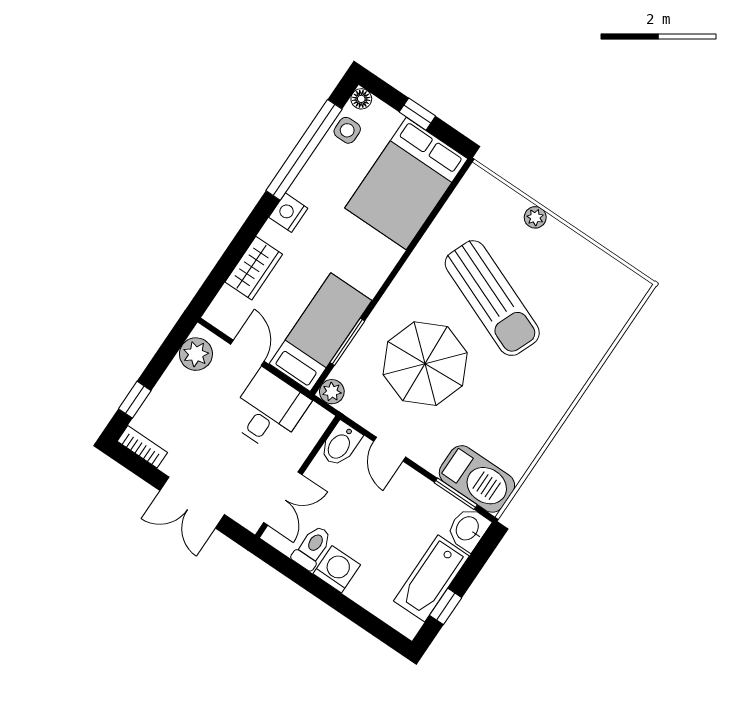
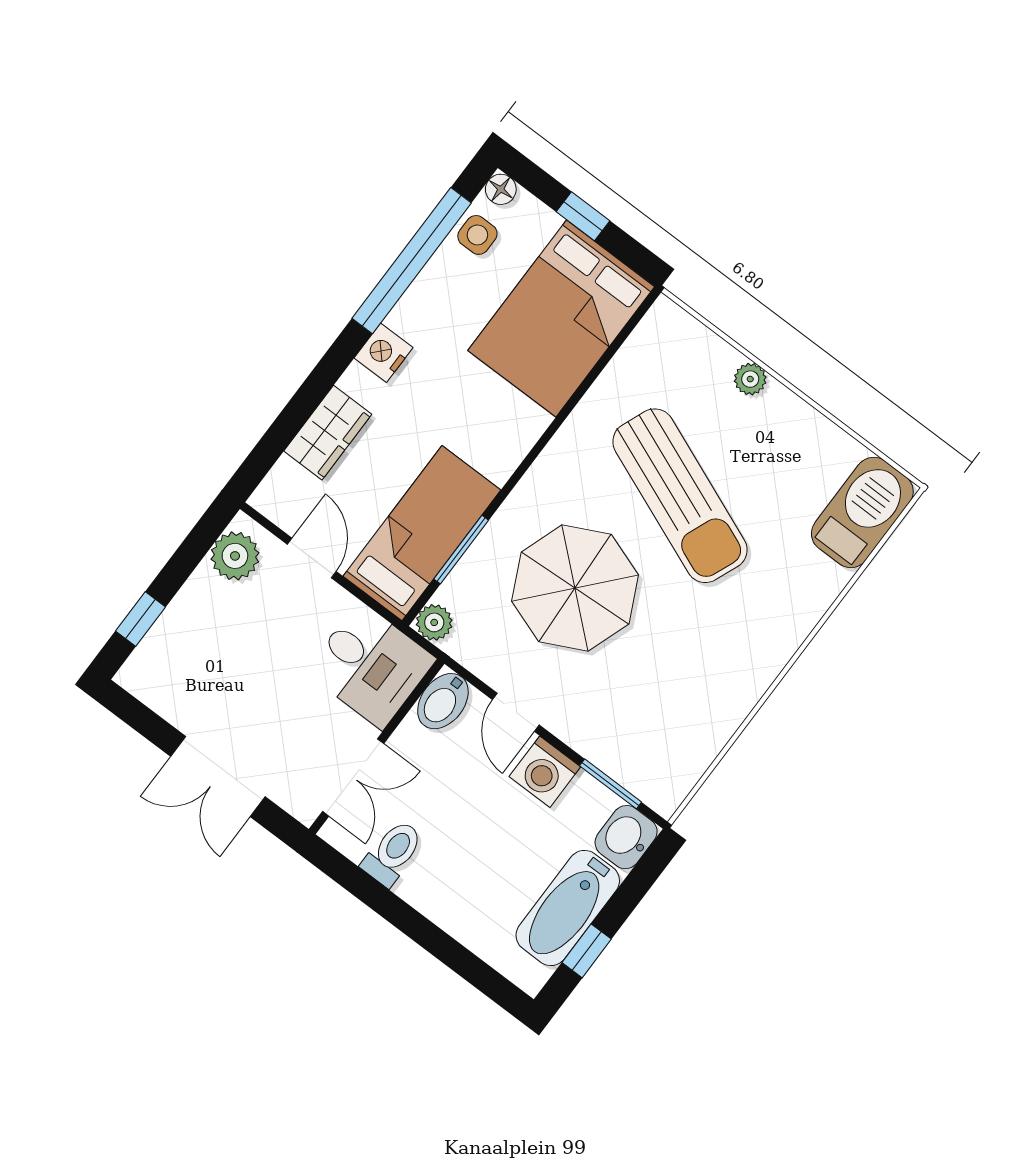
desk: (269, 411) -> (371, 665), moved, turned 90
bookcase: (142, 447) -> (148, 690), removed
barbecue: (477, 479) -> (862, 512), moved, turned -90
washing machine: (337, 569) -> (545, 772), moved, turned 180

